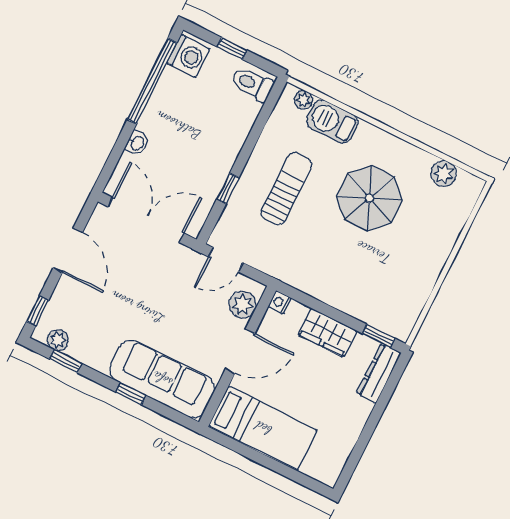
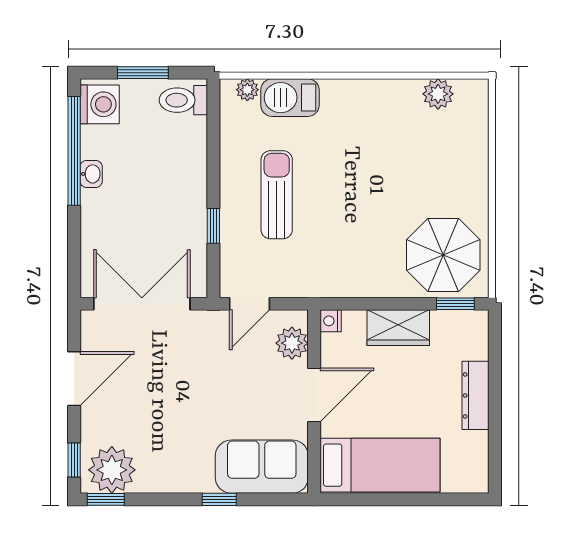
window: (232, 48) -> (143, 73), width x1.50
washbasin: (137, 143) -> (91, 174), moved
parasol: (369, 198) -> (443, 255), moved
door: (68, 250) -> (74, 379), hinge flipped
plant: (58, 340) -> (112, 470), width x1.88, depth x1.88
window: (66, 361) -> (106, 499), moved
dresser: (379, 373) -> (476, 395), moved
sofa: (162, 379) -> (262, 467), width x0.73

